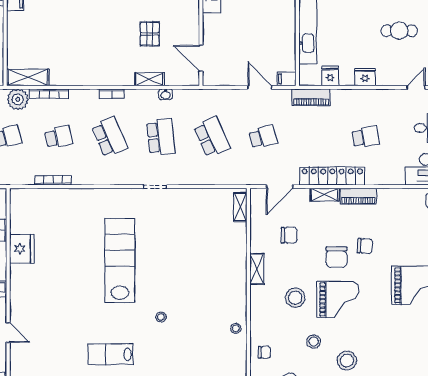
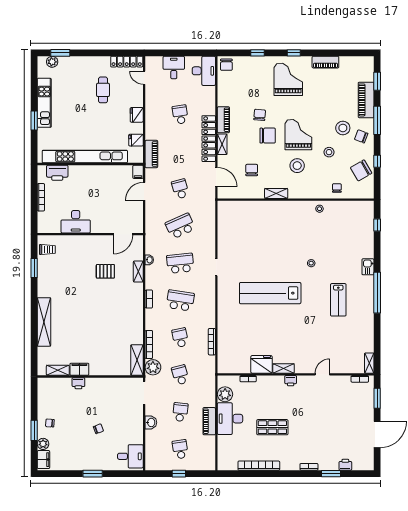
school desk: (110, 137) -> (180, 300), turned 33
shelving: (240, 207) -> (284, 368), moved

